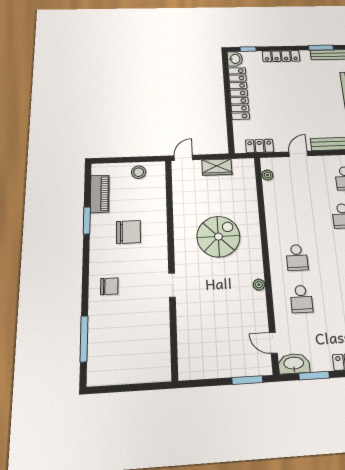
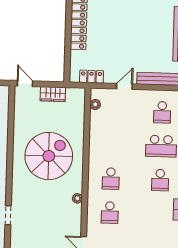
door: (183, 158) -> (25, 83), hinge flipped
spiral stairs: (218, 237) -> (49, 156), width x1.37, depth x1.37
doorway: (172, 285) -> (8, 215), moved

